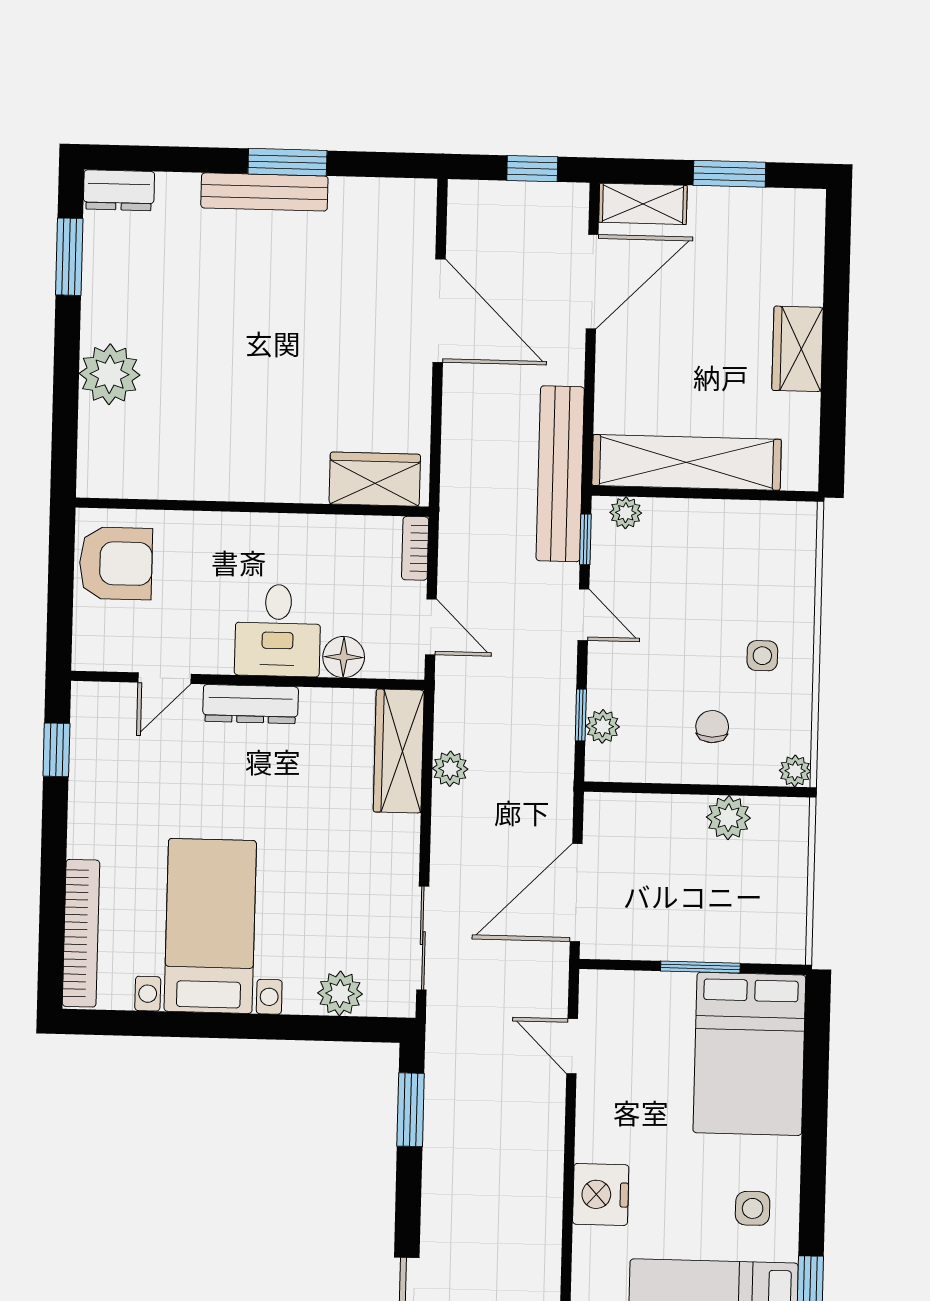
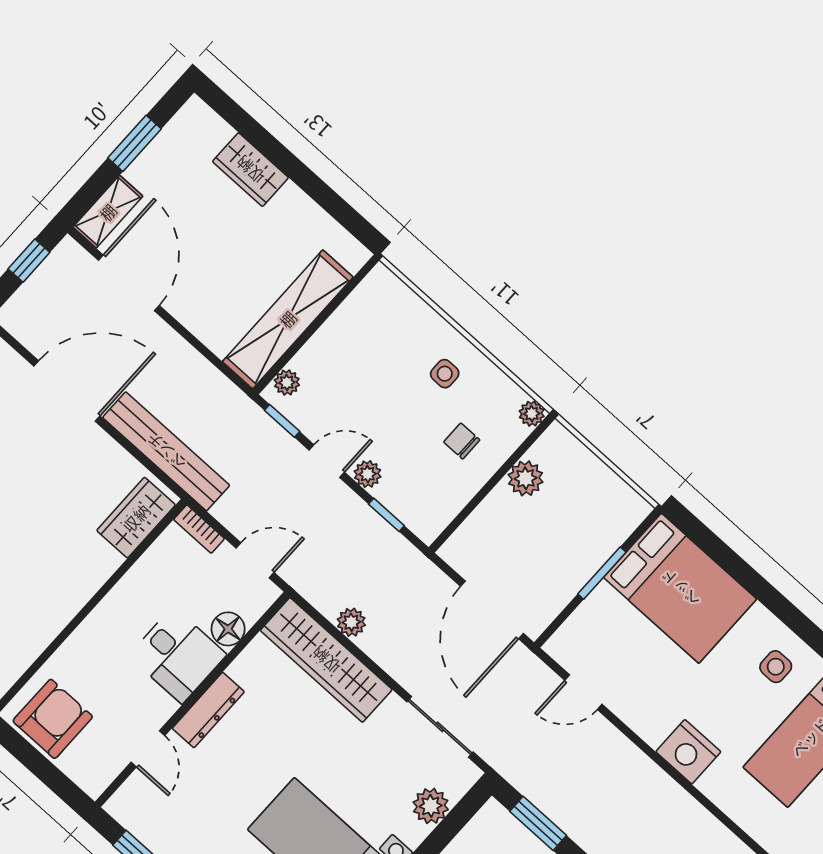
wardrobe: (798, 349) -> (250, 170), moved
bench: (560, 474) -> (166, 451), moved
plant: (603, 726) -> (368, 474), moved
wardrobe: (399, 751) -> (326, 660), width x1.40, depth x1.17

